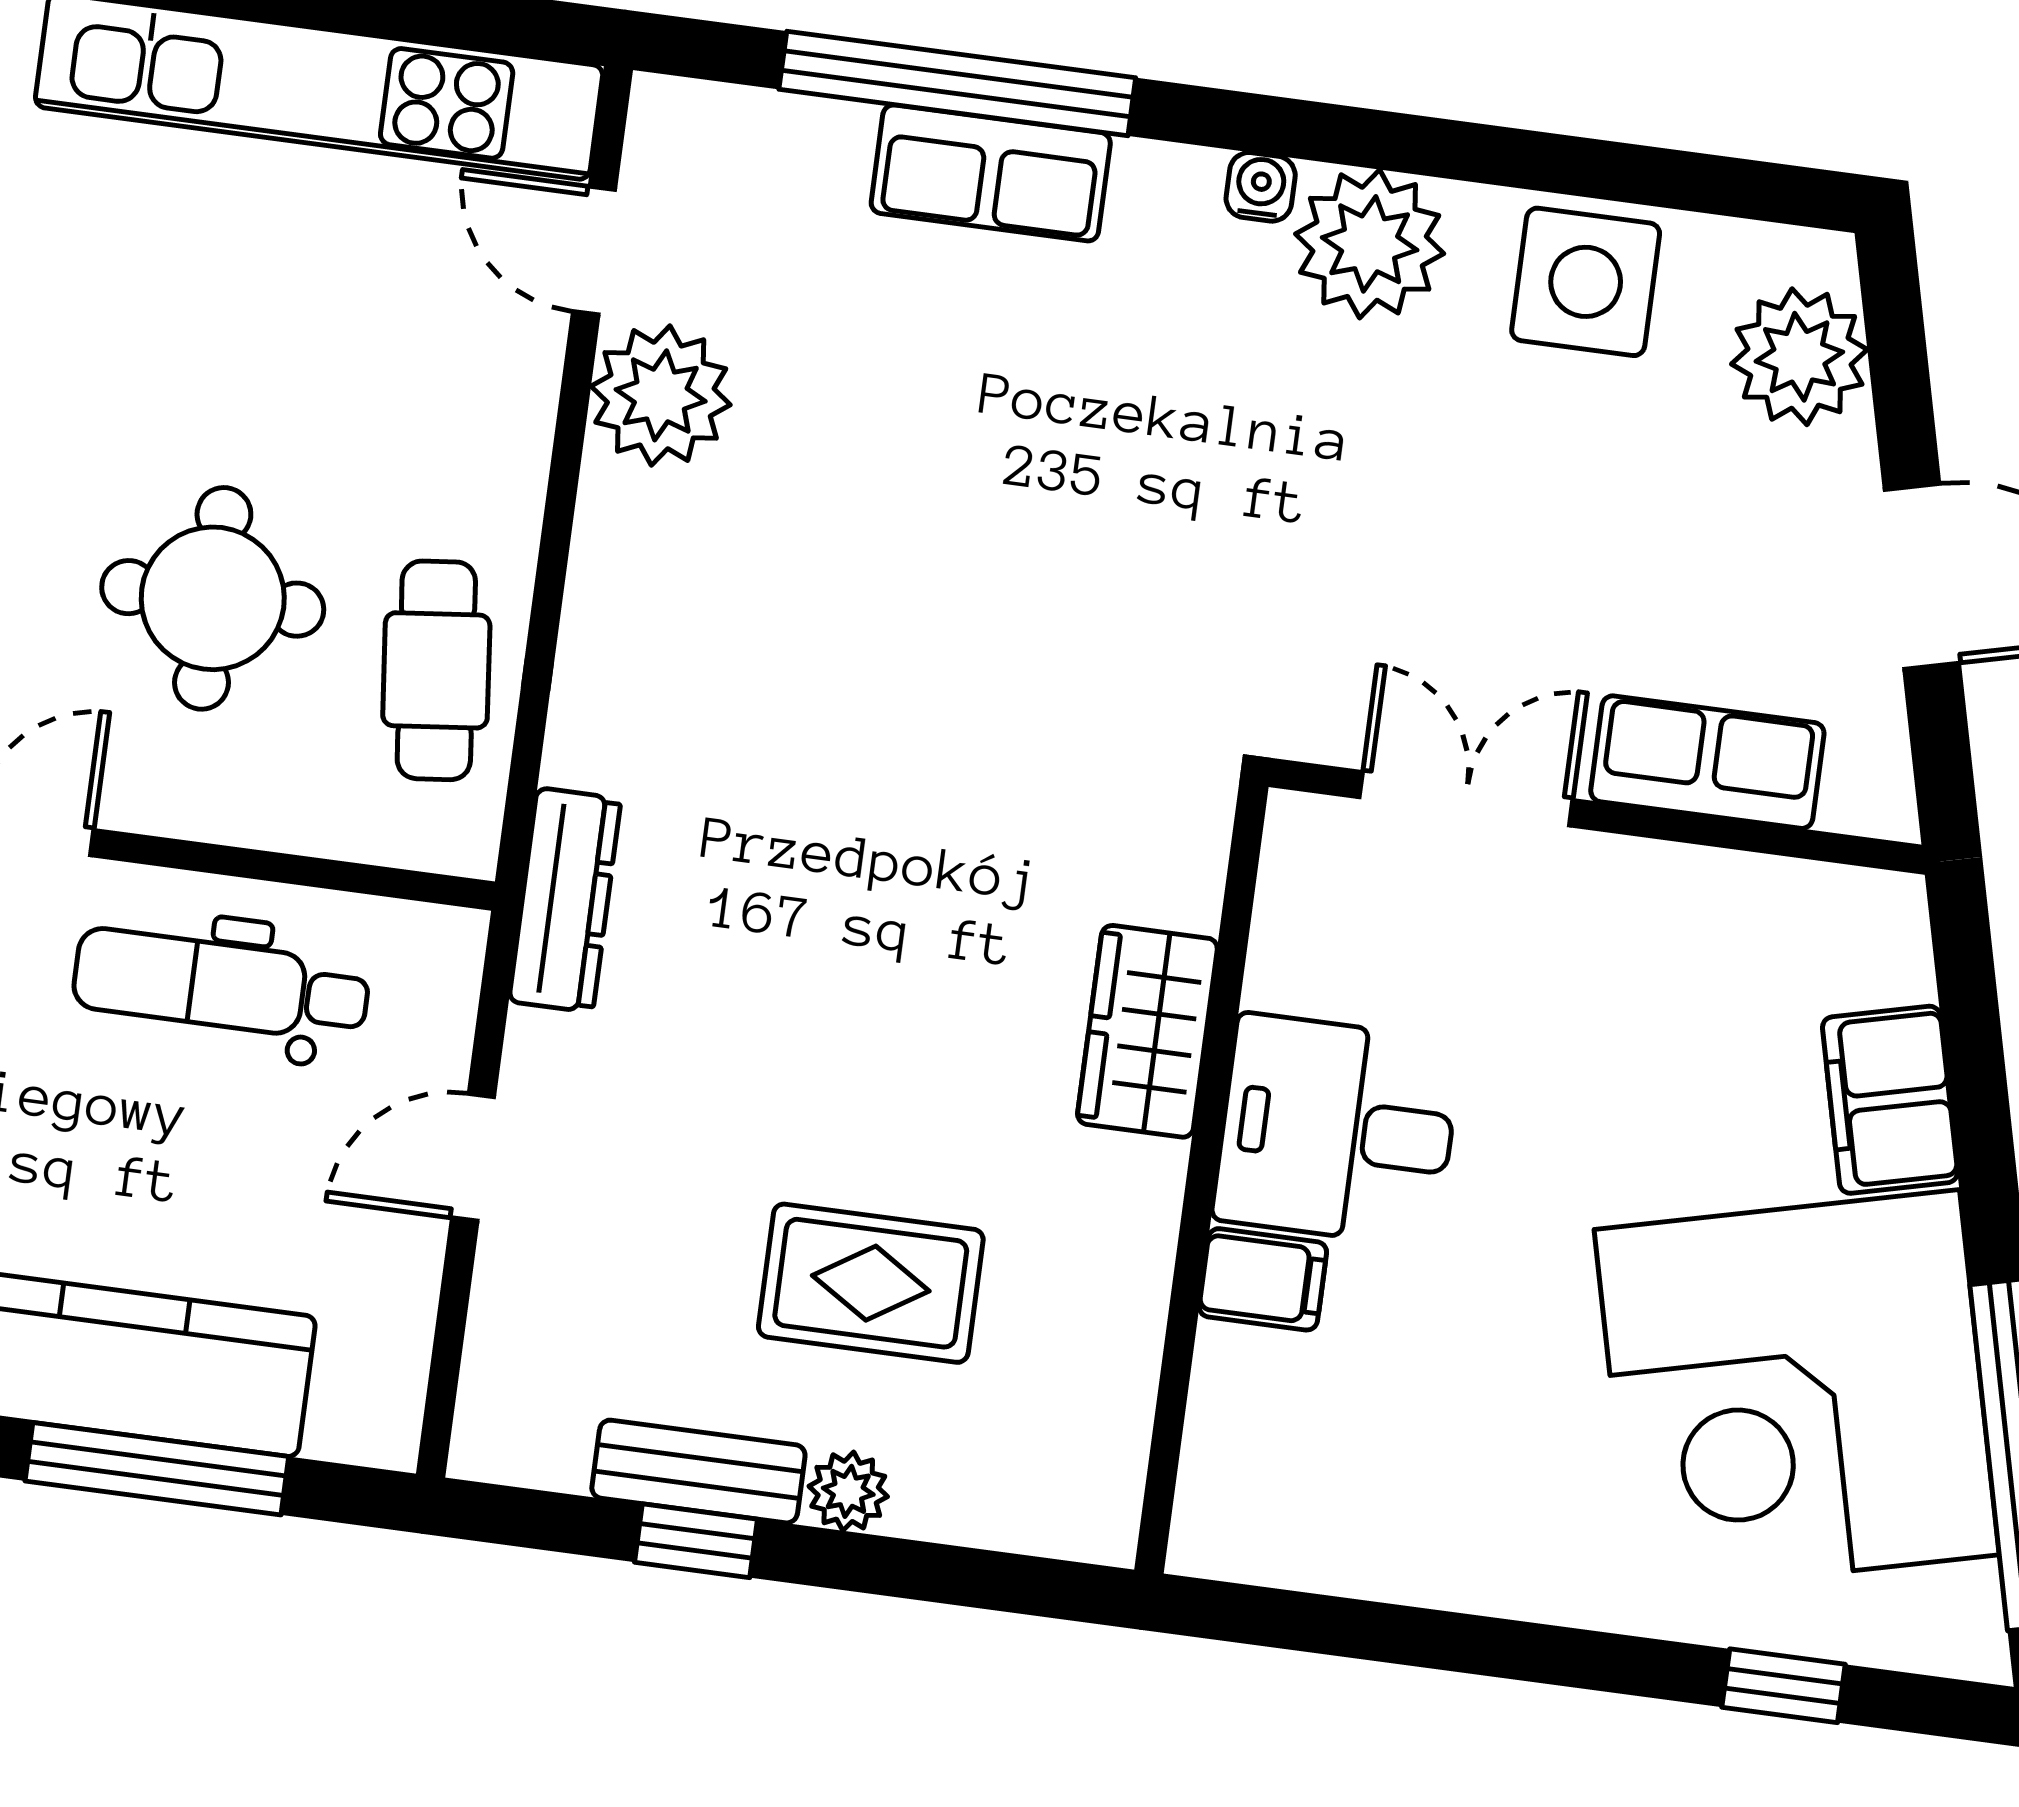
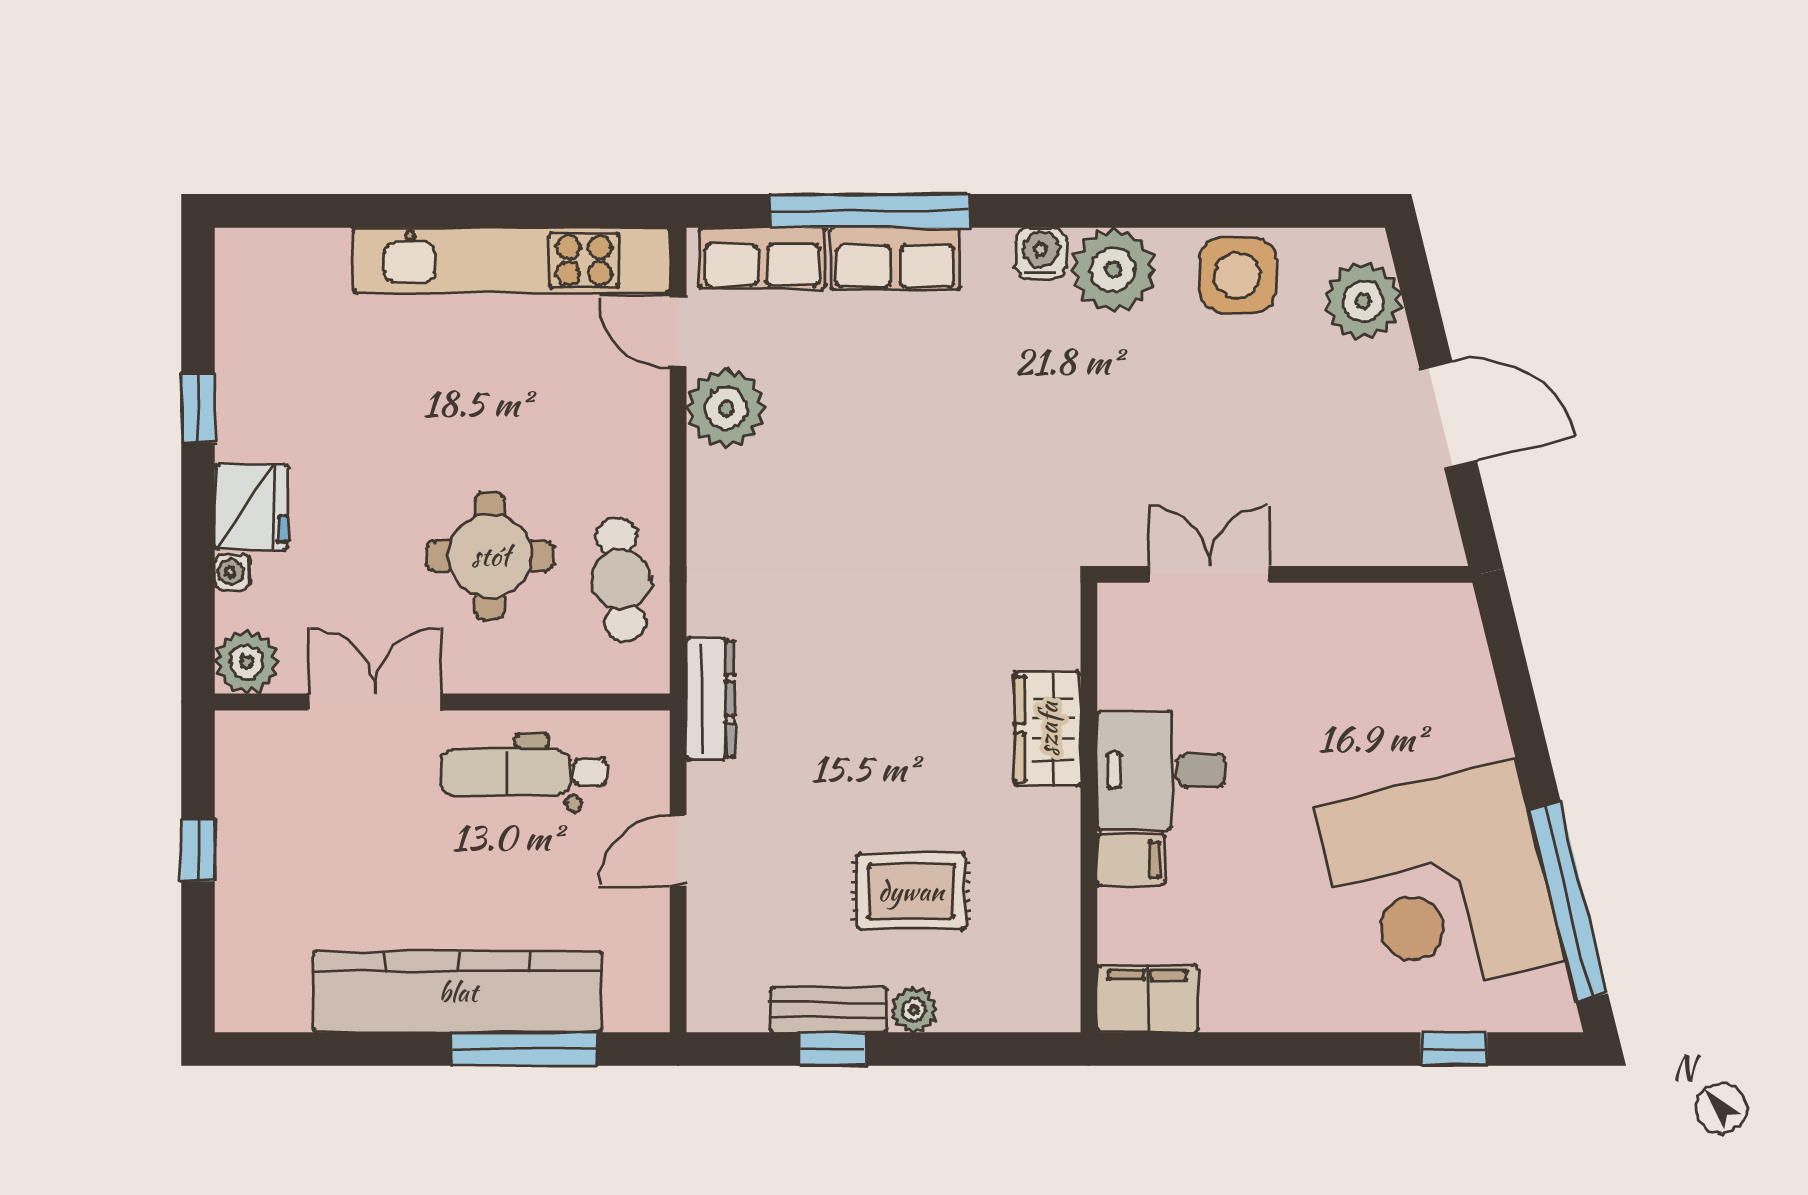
water cooler: (1261, 187) -> (1041, 253), width x1.38, depth x1.38
row of seats: (1707, 762) -> (762, 258), moved, turned 180
filing cabinet: (1890, 1100) -> (1148, 999), moved, turned 104

